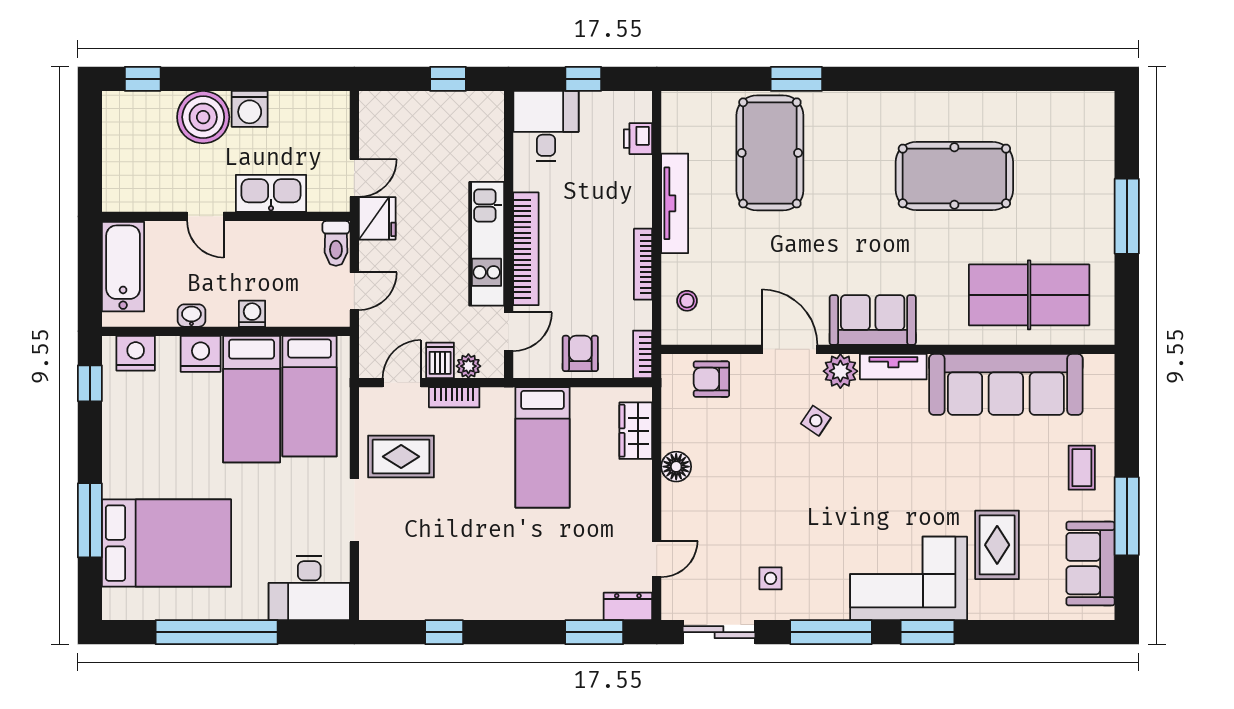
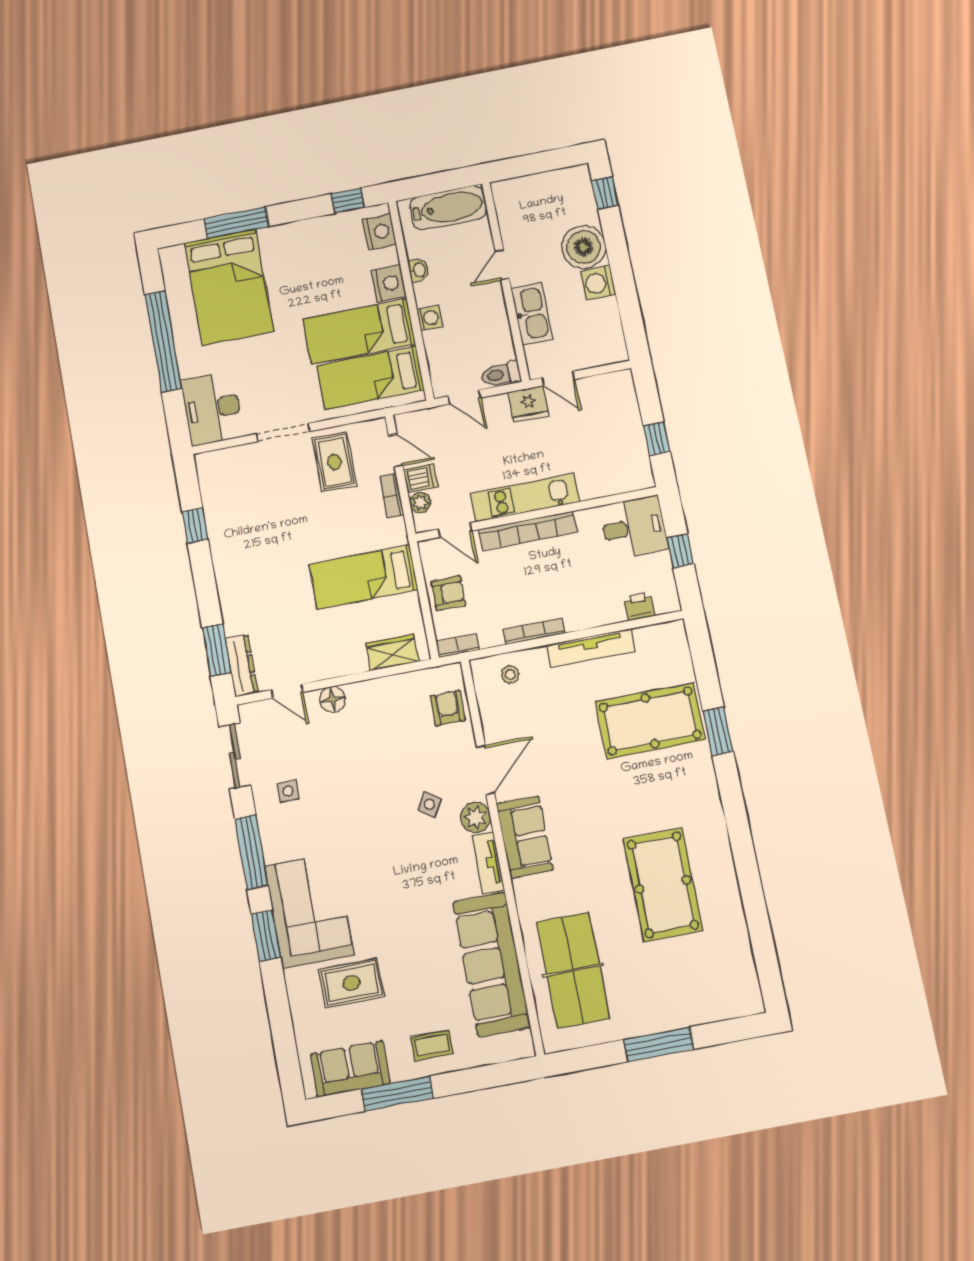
floor lamp: (676, 467) -> (332, 699), moved
dresser: (628, 606) -> (242, 665), width x1.44

